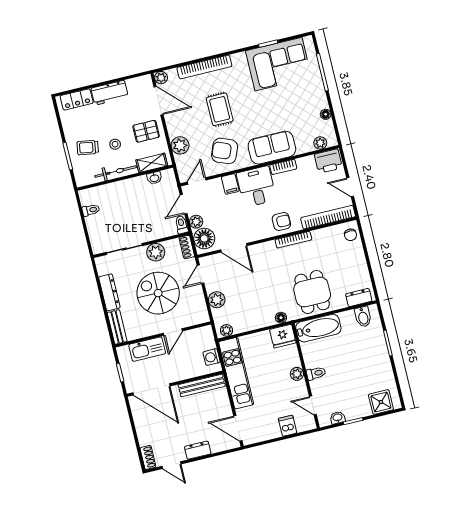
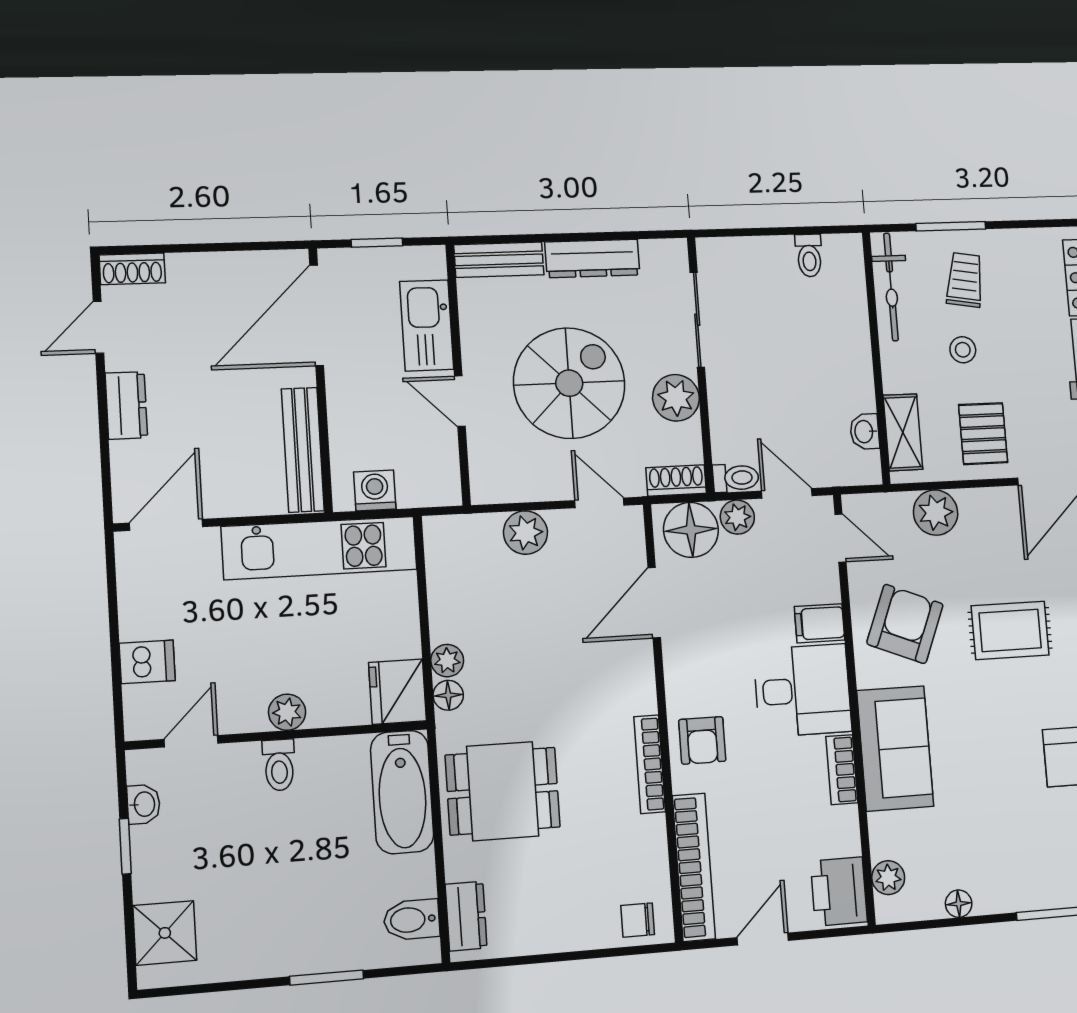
bicycle: (116, 172) -> (891, 287), moved
plant: (226, 330) -> (447, 661), moved

